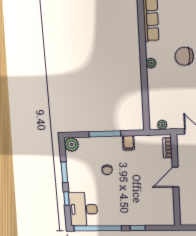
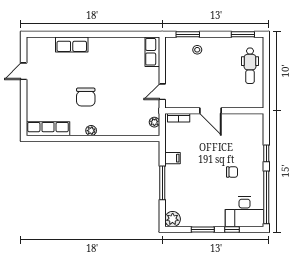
chair: (107, 170) -> (232, 172), moved

